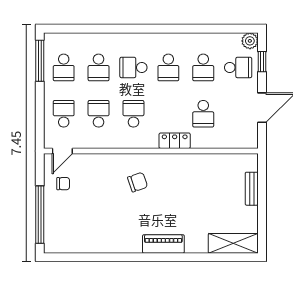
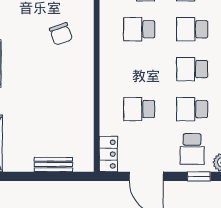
school desk: (133, 67) -> (192, 29), turned -90
school desk: (133, 114) -> (139, 29), turned 180
locker: (175, 141) -> (108, 154), moved

